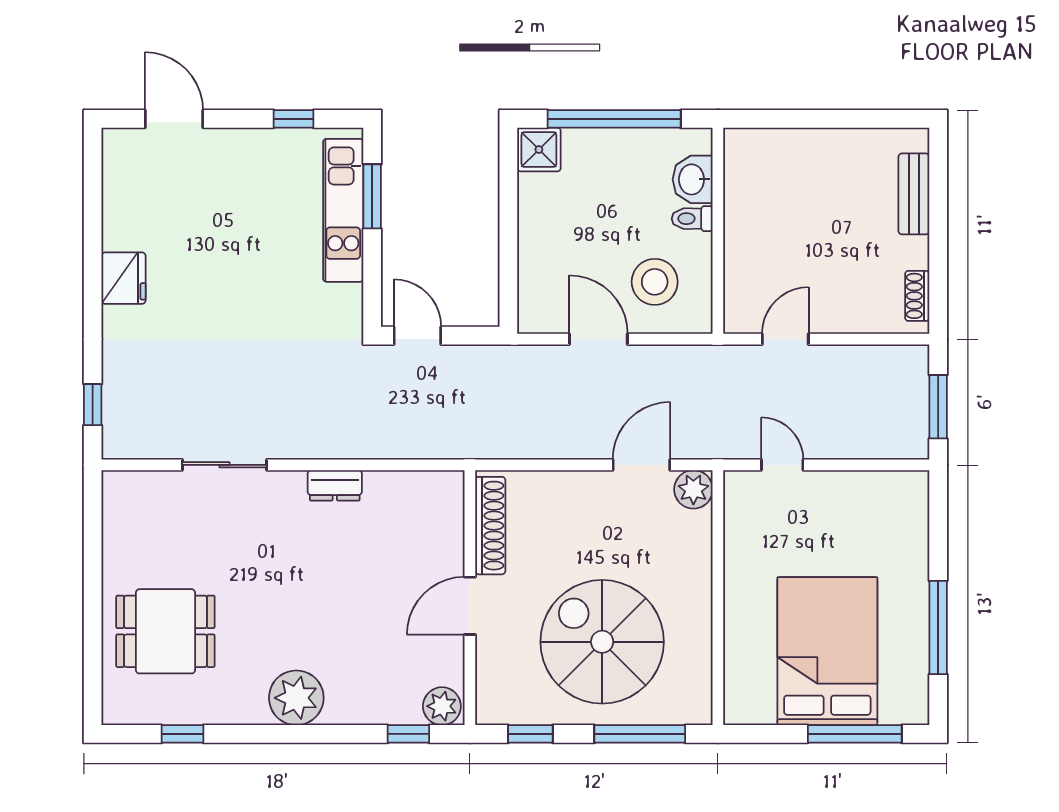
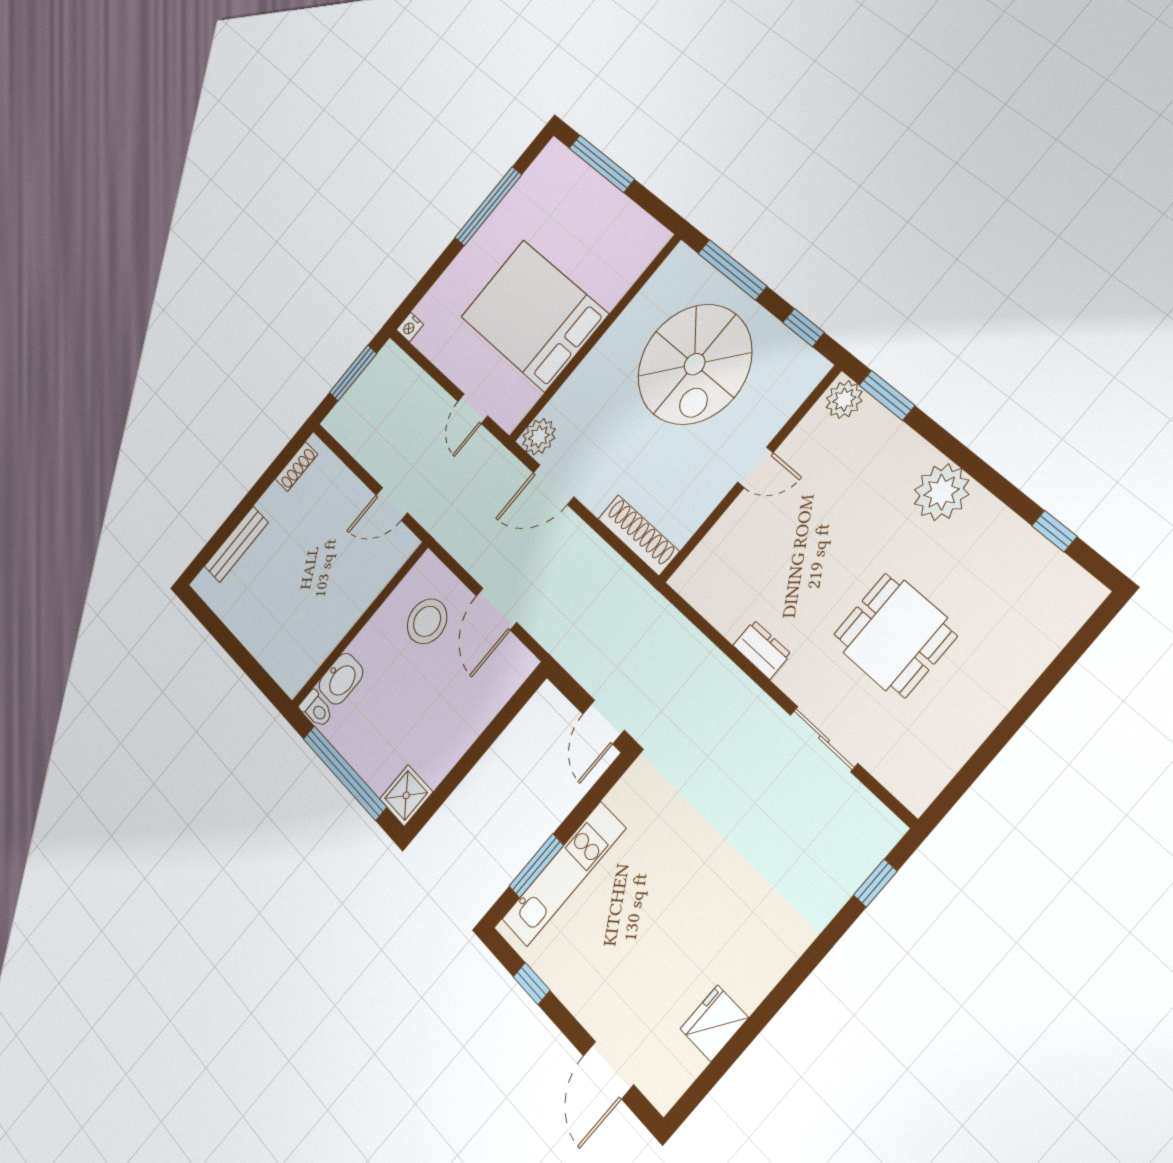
toilet: (692, 219) -> (316, 709), moved
fridge: (123, 278) -> (714, 1023), moved
nightstand: (917, 482) -> (410, 327), added
shoe rack: (490, 526) -> (638, 535), moved, turned 90
door: (470, 606) -> (755, 467), width x0.73
dining table: (165, 631) -> (895, 635), moved
bed: (827, 651) -> (534, 315), moved, turned 90
window: (408, 734) -> (887, 395), width x1.50

